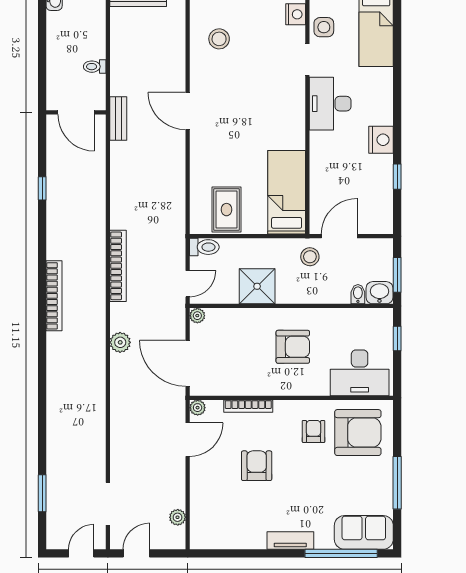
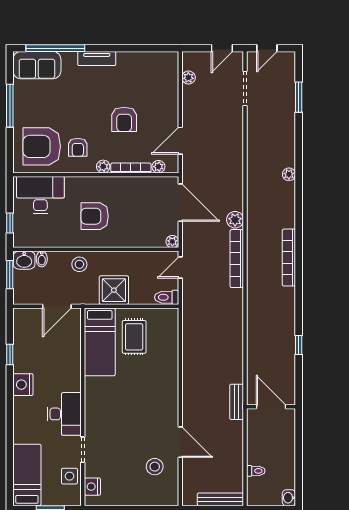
toilet: (95, 67) -> (256, 471), moved
door: (188, 111) -> (180, 442), moved
rug: (226, 210) -> (134, 337), moved
stool: (310, 257) -> (79, 264), moved
bookcase: (118, 266) -> (237, 259), moved
shower: (257, 286) -> (114, 290), moved
plant: (54, 398) -> (289, 174), added
plant: (198, 408) -> (158, 167), moved
plant: (282, 408) -> (103, 167), added

